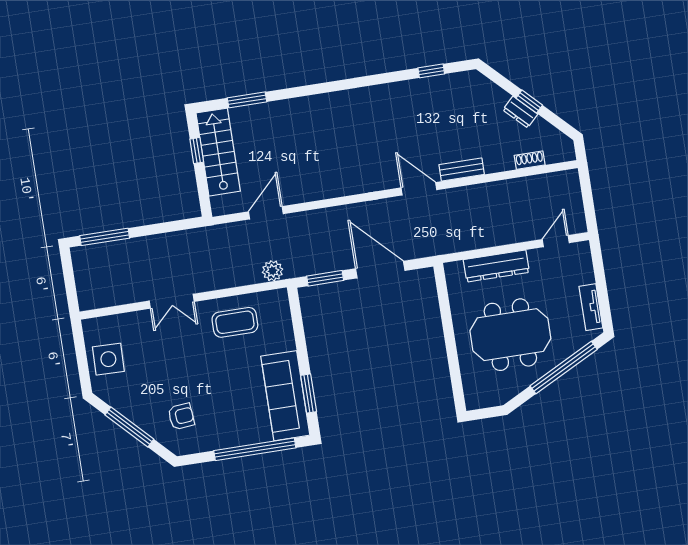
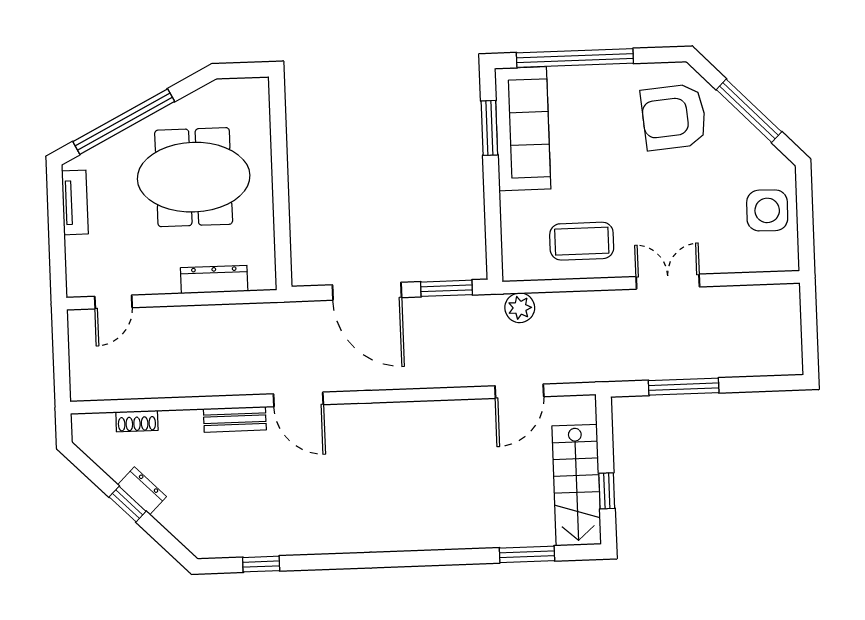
window: (105, 237) -> (684, 387), moved
dresser: (496, 266) -> (214, 280), width x0.73, depth x0.80
armchair: (181, 416) -> (674, 117), width x1.88, depth x1.88

